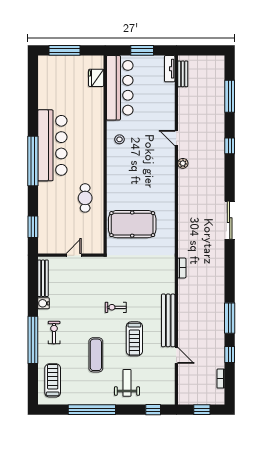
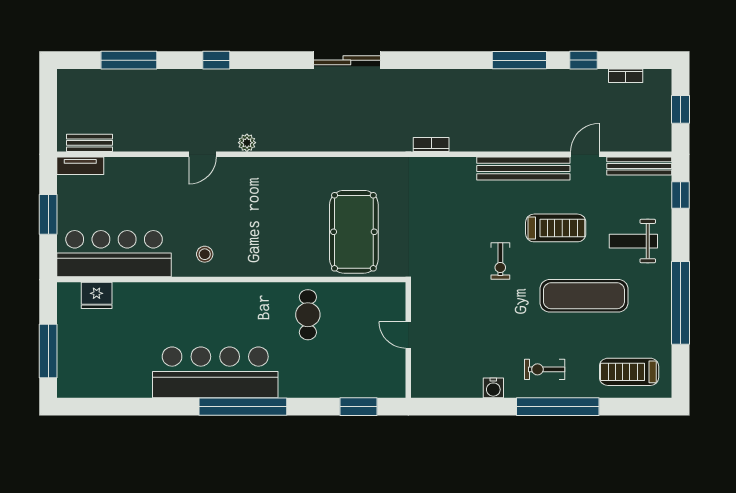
cafe table: (85, 198) -> (308, 315), turned 90
bench: (43, 278) -> (639, 166), moved
exercise mat: (96, 355) -> (584, 296), width x1.36, depth x1.45

